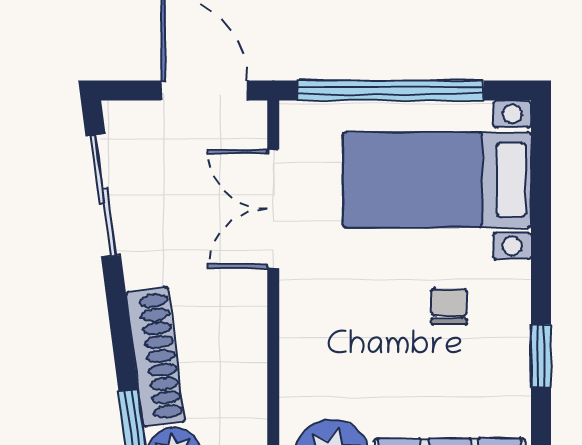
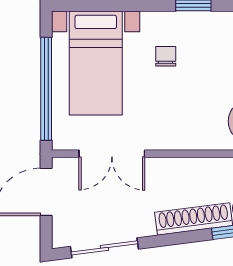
chair: (449, 306) -> (166, 56), turned 90

